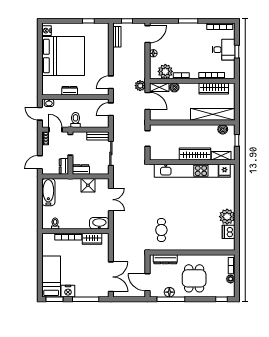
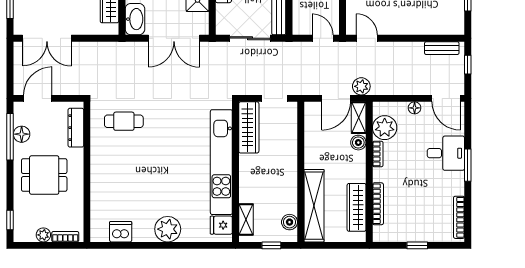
desk: (224, 50) -> (446, 153), moved, turned -90
wardrobe: (195, 154) -> (249, 127), moved
double door: (111, 200) -> (174, 38), width x1.37
plant: (227, 217) -> (168, 229), moved

